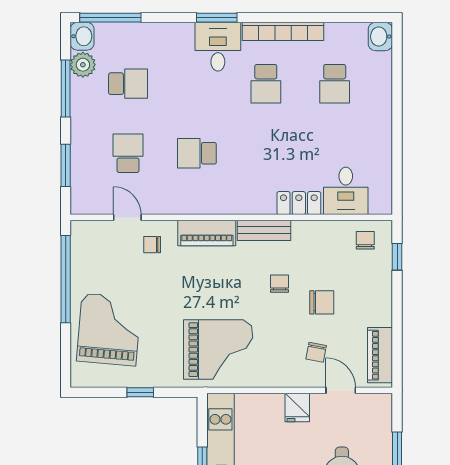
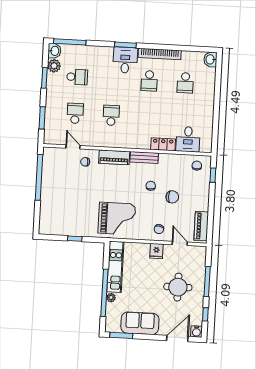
window: (66, 88) -> (44, 78), width x0.69
school desk: (197, 153) -> (111, 115), turned 90
grand piano: (109, 329) -> (60, 205), removed
chair: (316, 352) -> (159, 229), moved

